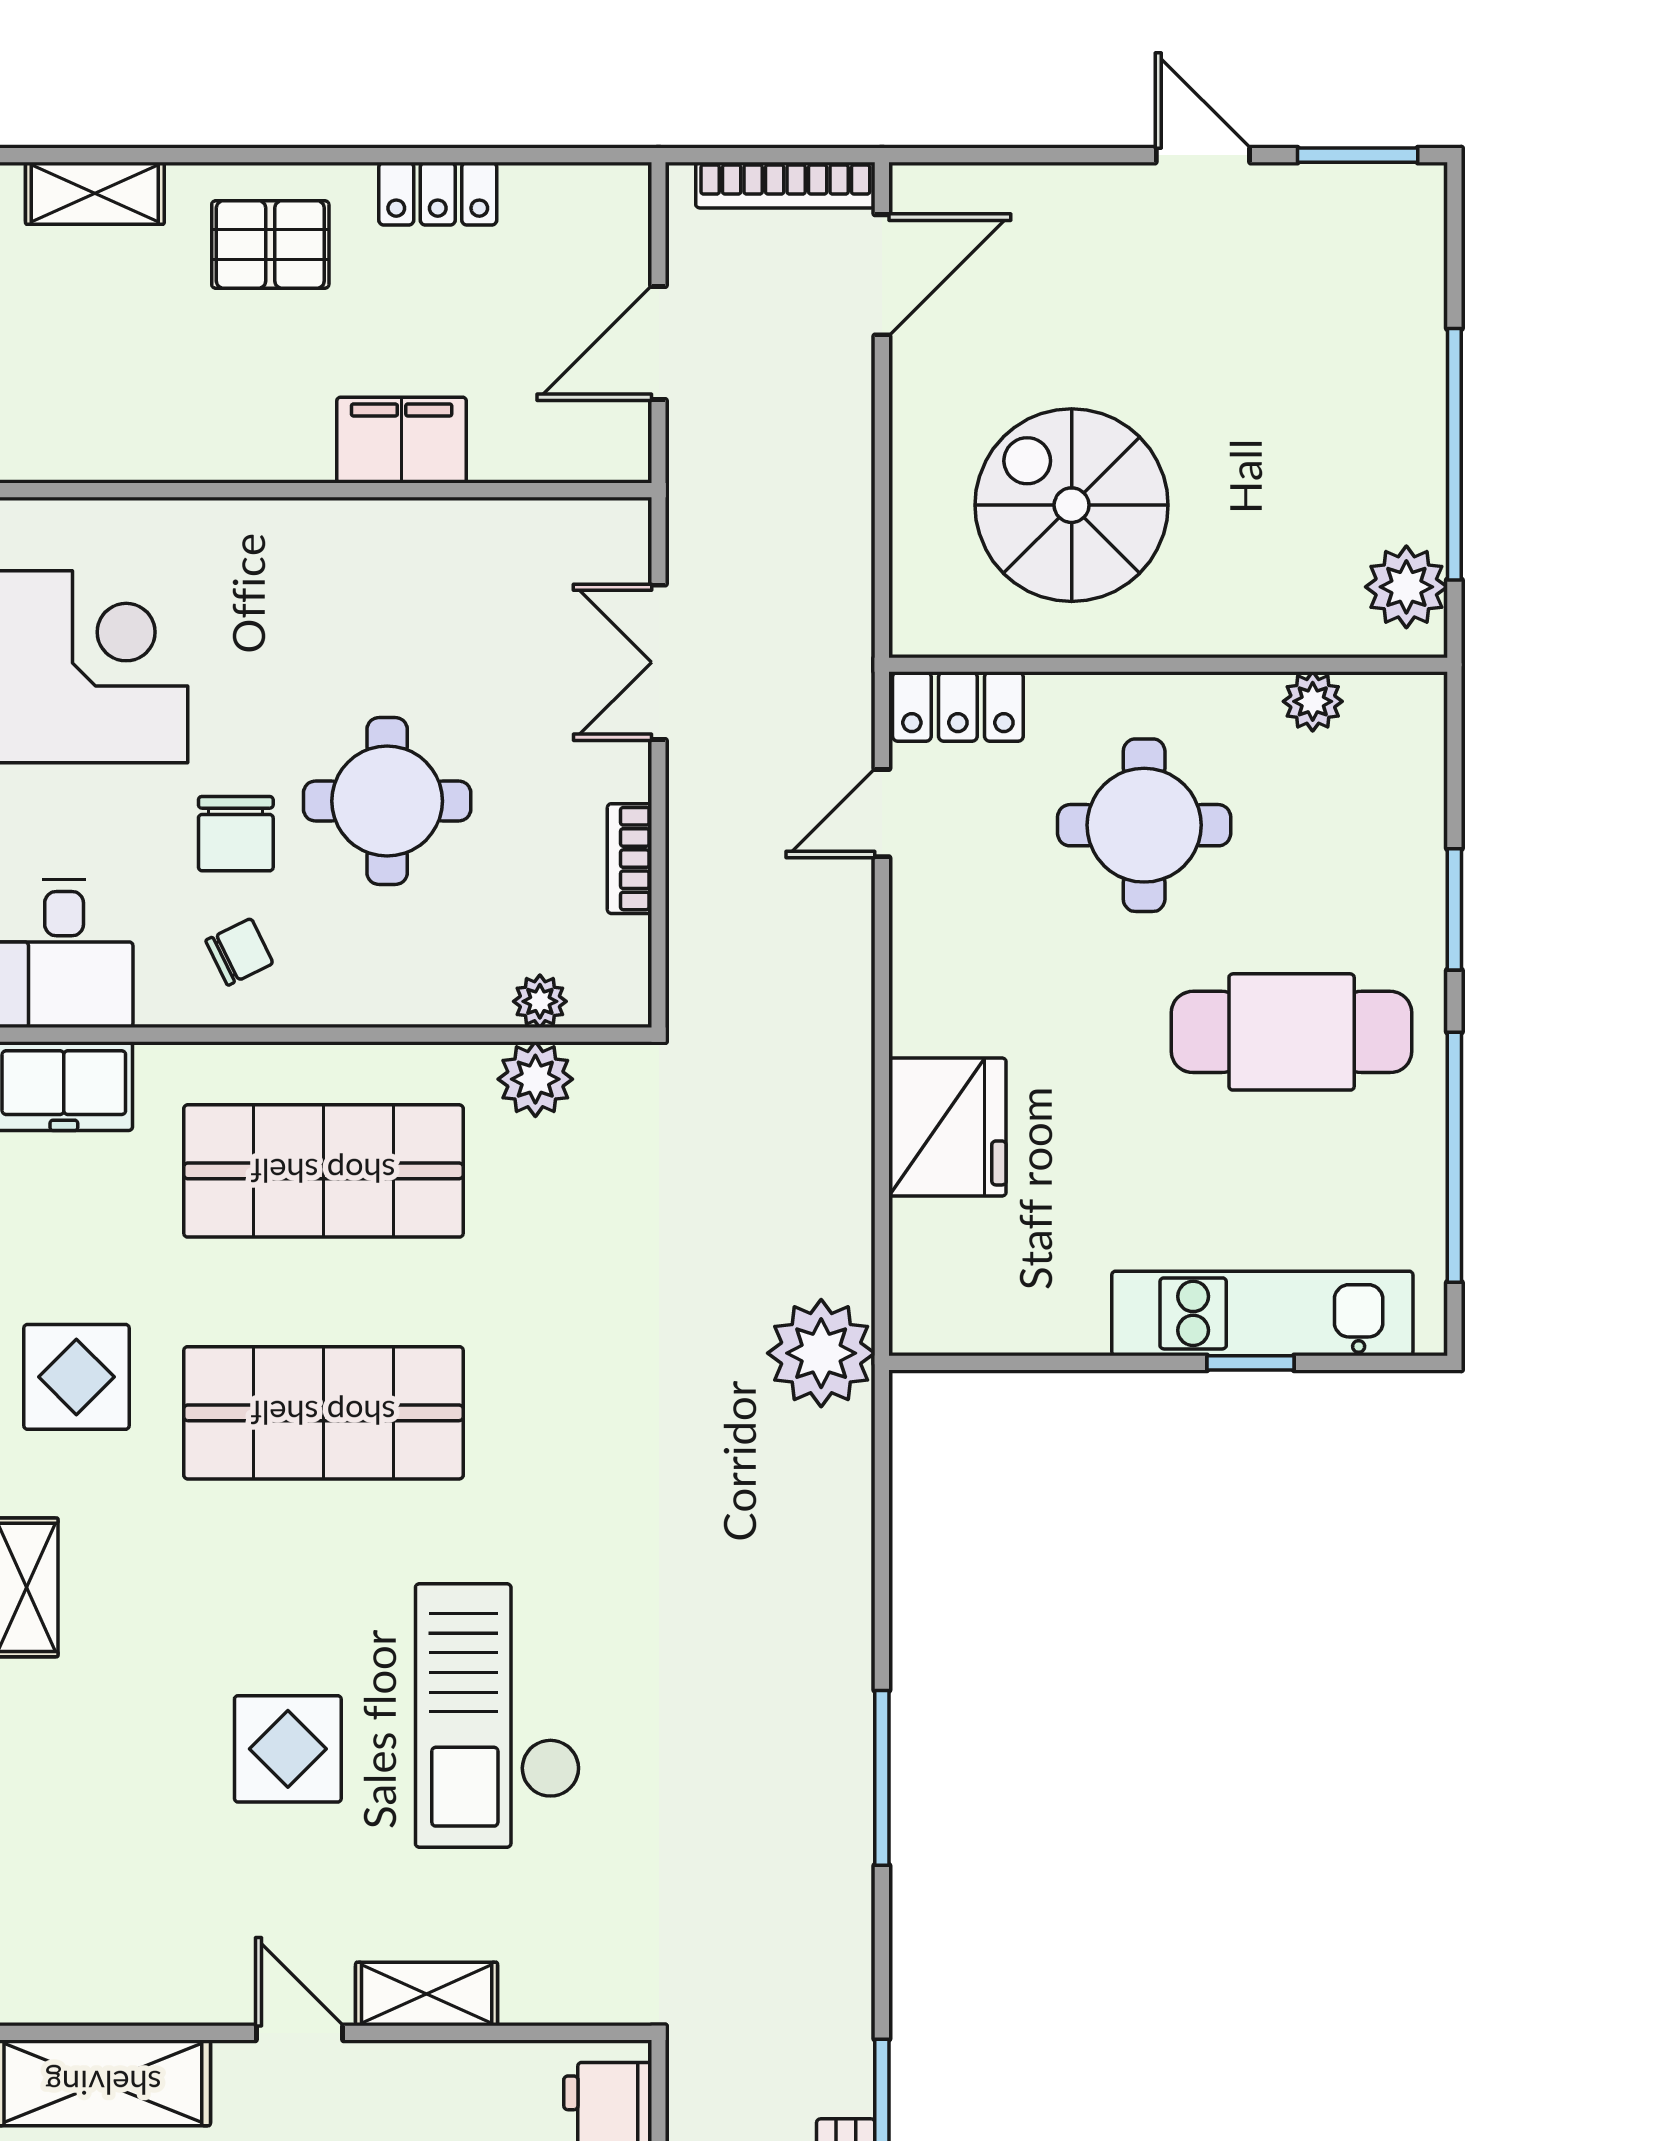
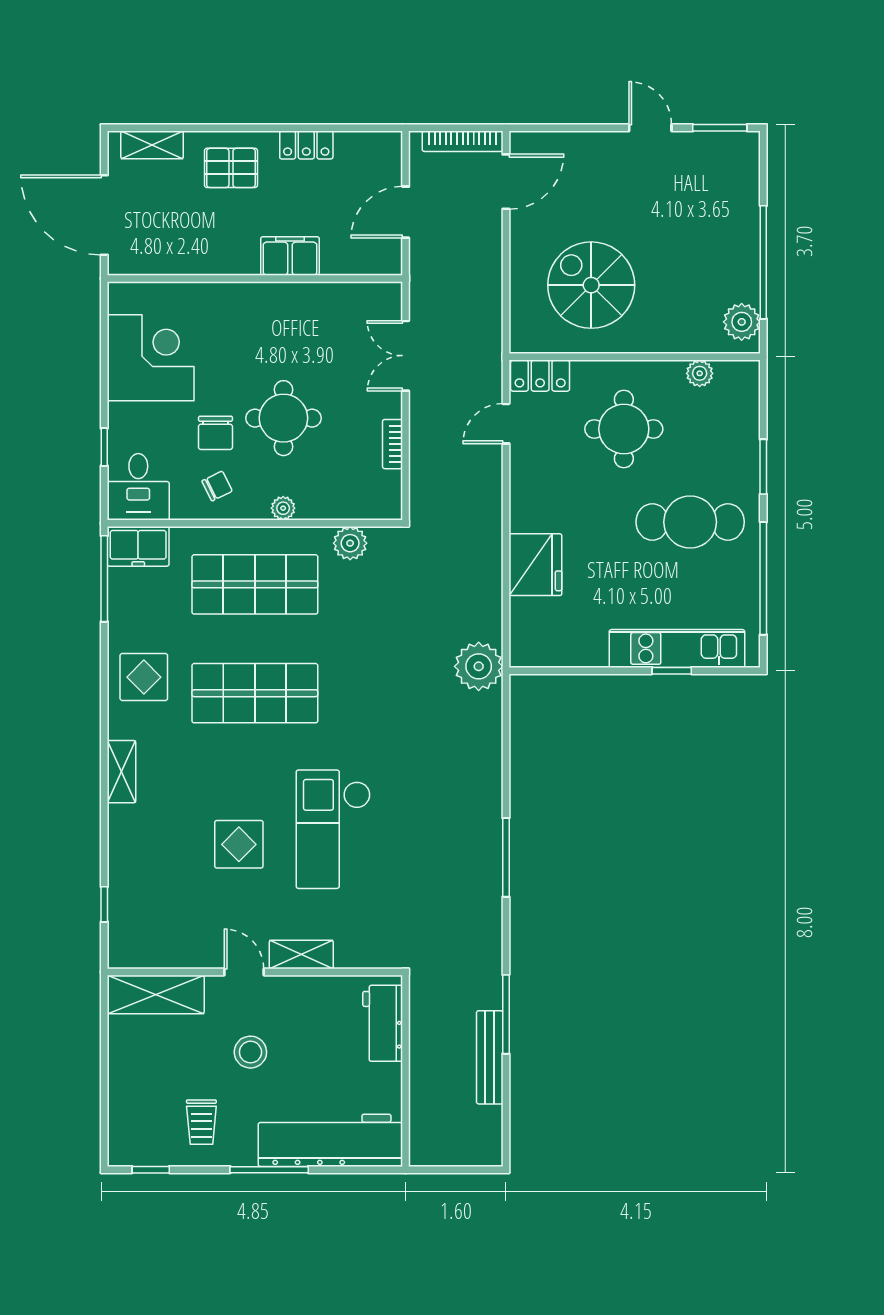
plant: (540, 1001) -> (283, 508), moved

